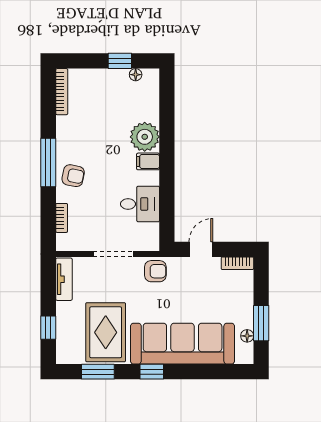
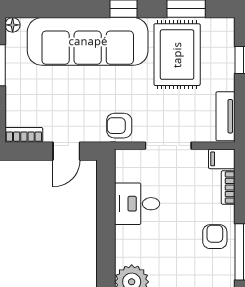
filing cabinet: (148, 161) -> (222, 159), moved, turned 180
armchair: (73, 176) -> (215, 237), turned 79
floor lamp: (247, 336) -> (13, 25), moved

